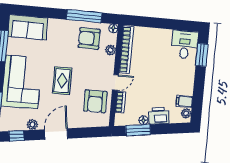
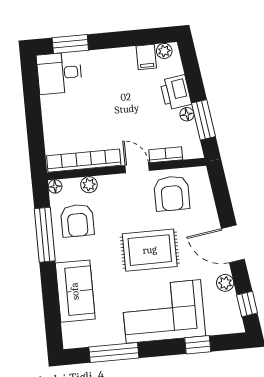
sofa: (28, 27) -> (75, 291), moved
rug: (62, 81) -> (150, 250), width x1.36, depth x1.43
armchair: (95, 101) -> (172, 193), turned 90

